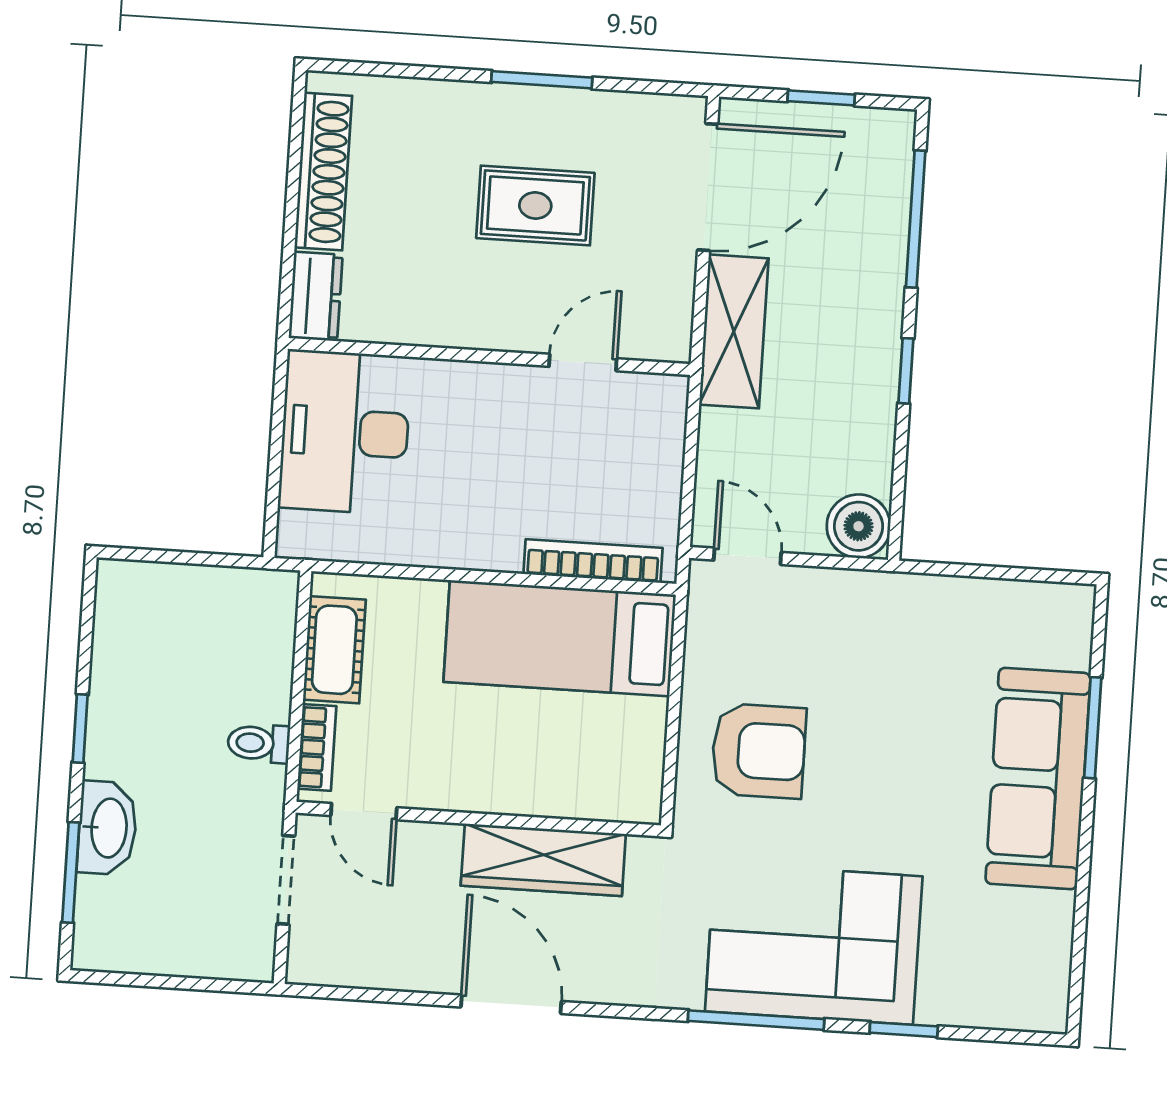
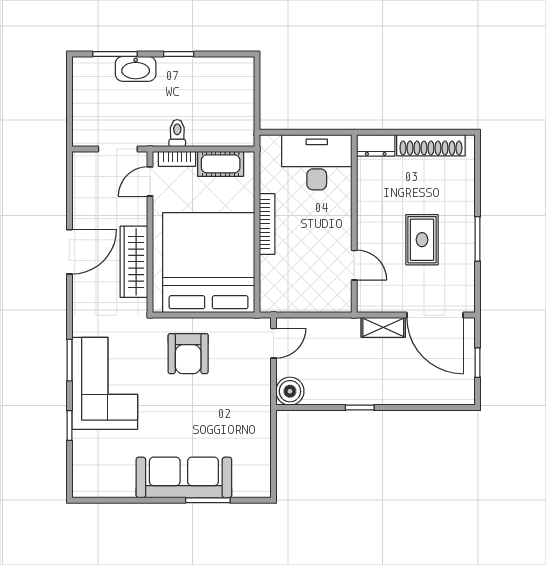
window: (916, 219) -> (427, 408), removed
shelving: (734, 331) -> (383, 327), width x0.67, depth x0.75
bookcase: (593, 561) -> (267, 224), moved
bed: (560, 638) -> (209, 263), width x2.04
window: (756, 1020) -> (69, 360), width x0.69

